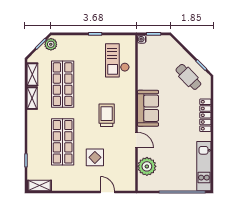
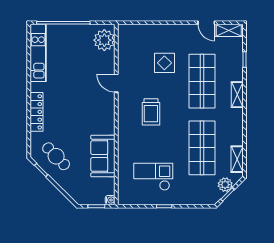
plant: (51, 44) -> (225, 185), moved
checkout: (117, 60) -> (153, 177), moved, turned -90
shelving: (32, 98) -> (237, 95), moved
sofa: (148, 108) -> (103, 156), moved
plant: (147, 166) -> (104, 40), moved
door: (107, 192) -> (206, 23), moved

